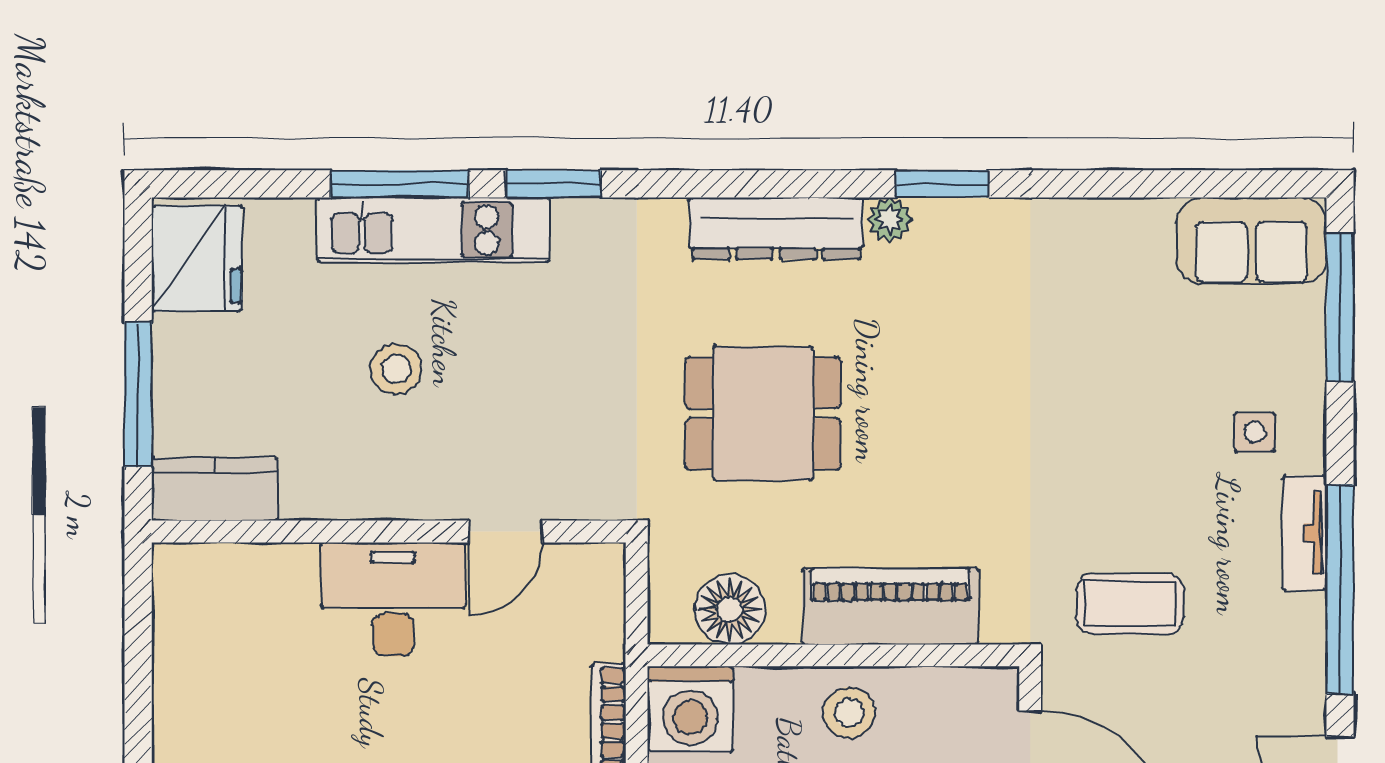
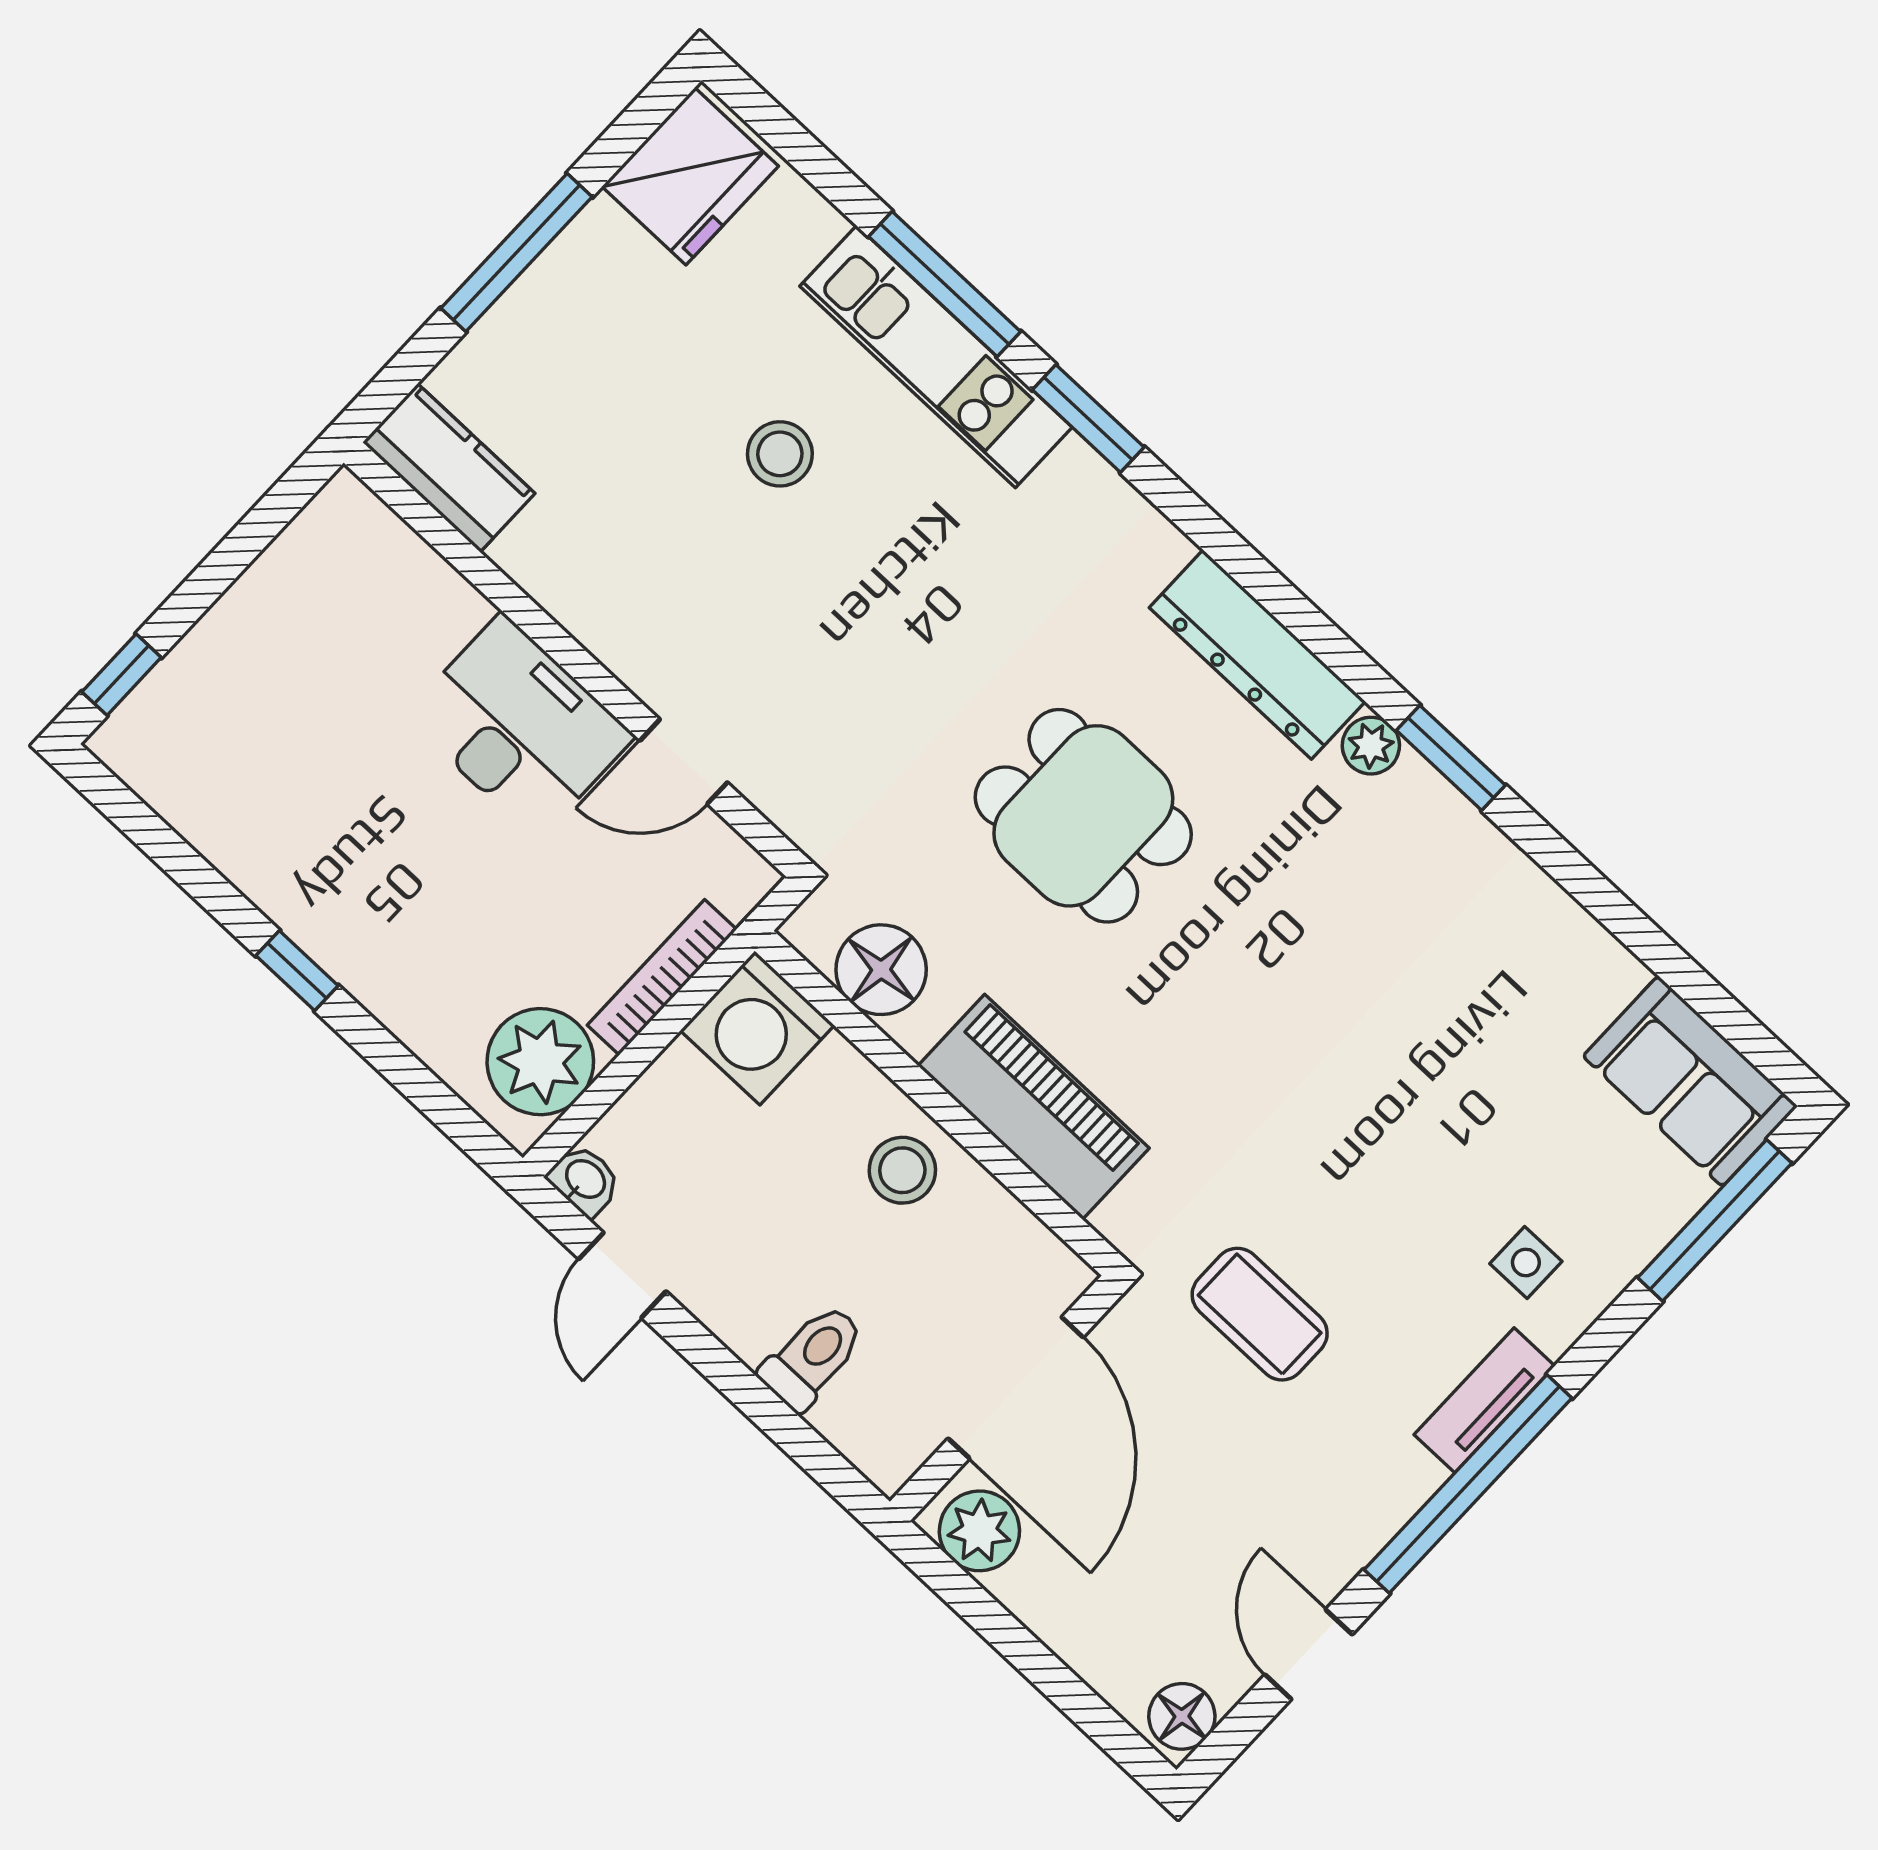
kitchen counter: (215, 489) -> (449, 468), moved
wall: (389, 532) -> (574, 659), moved
door: (506, 532) -> (684, 762), moved
desk: (393, 599) -> (519, 726), moved

